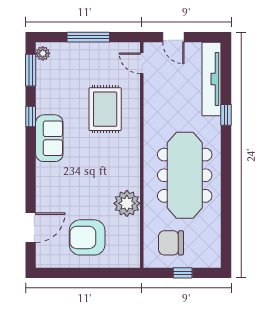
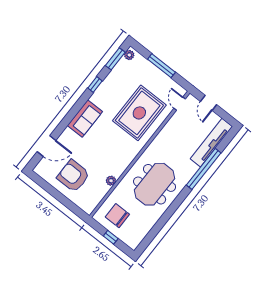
rug: (105, 109) -> (139, 113), width x1.37, depth x1.44
window: (226, 115) -> (204, 169), width x3.17
sofa: (49, 138) -> (85, 119), moved
meeting table: (185, 175) -> (155, 184), width x0.73
plant: (127, 203) -> (111, 181), width x0.53, depth x0.53

